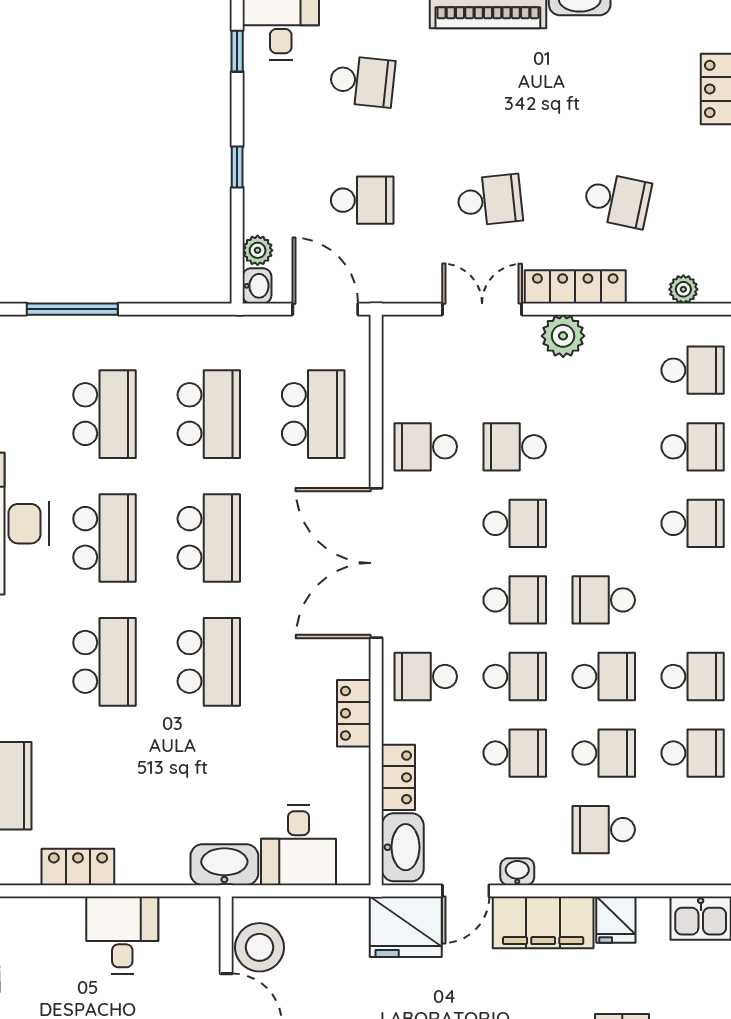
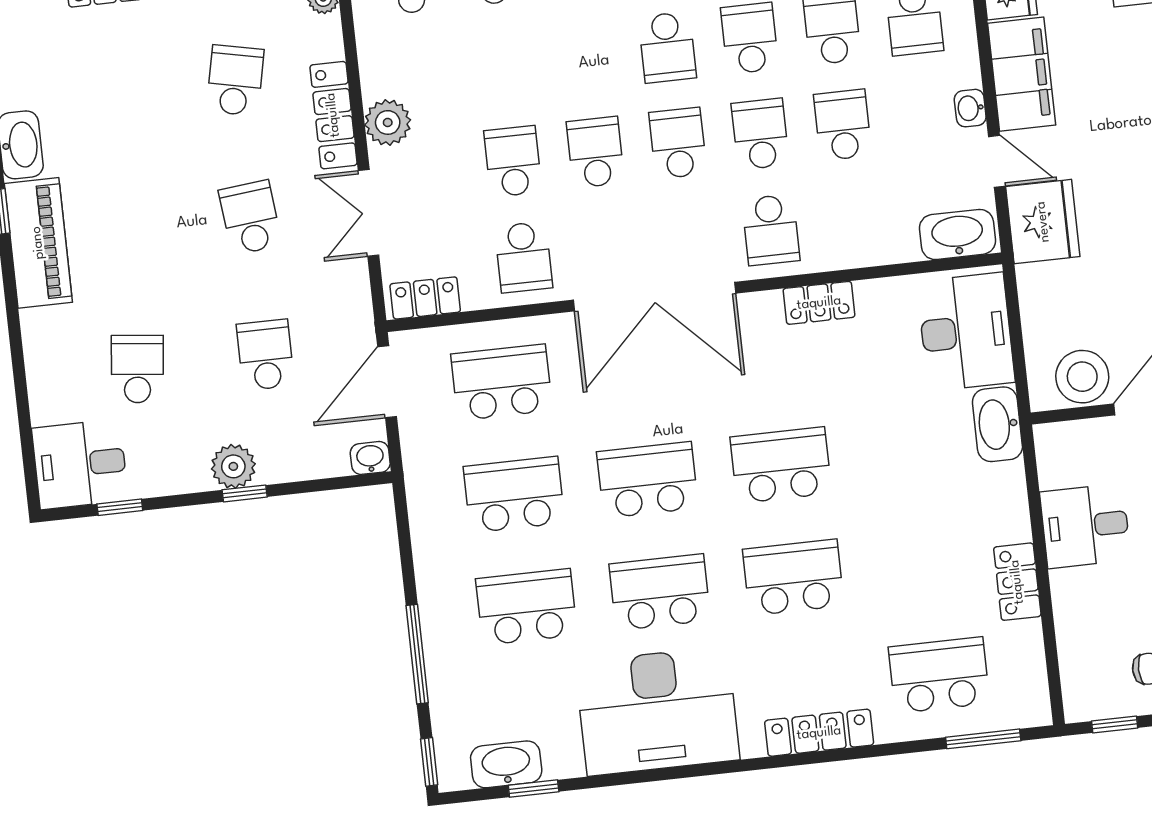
plant: (258, 250) -> (233, 466), moved, width x1.38, depth x1.38
school desk: (515, 447) -> (513, 161), turned 180
locker: (398, 777) -> (425, 298), moved
desk: (298, 845) -> (966, 332), width x1.37

